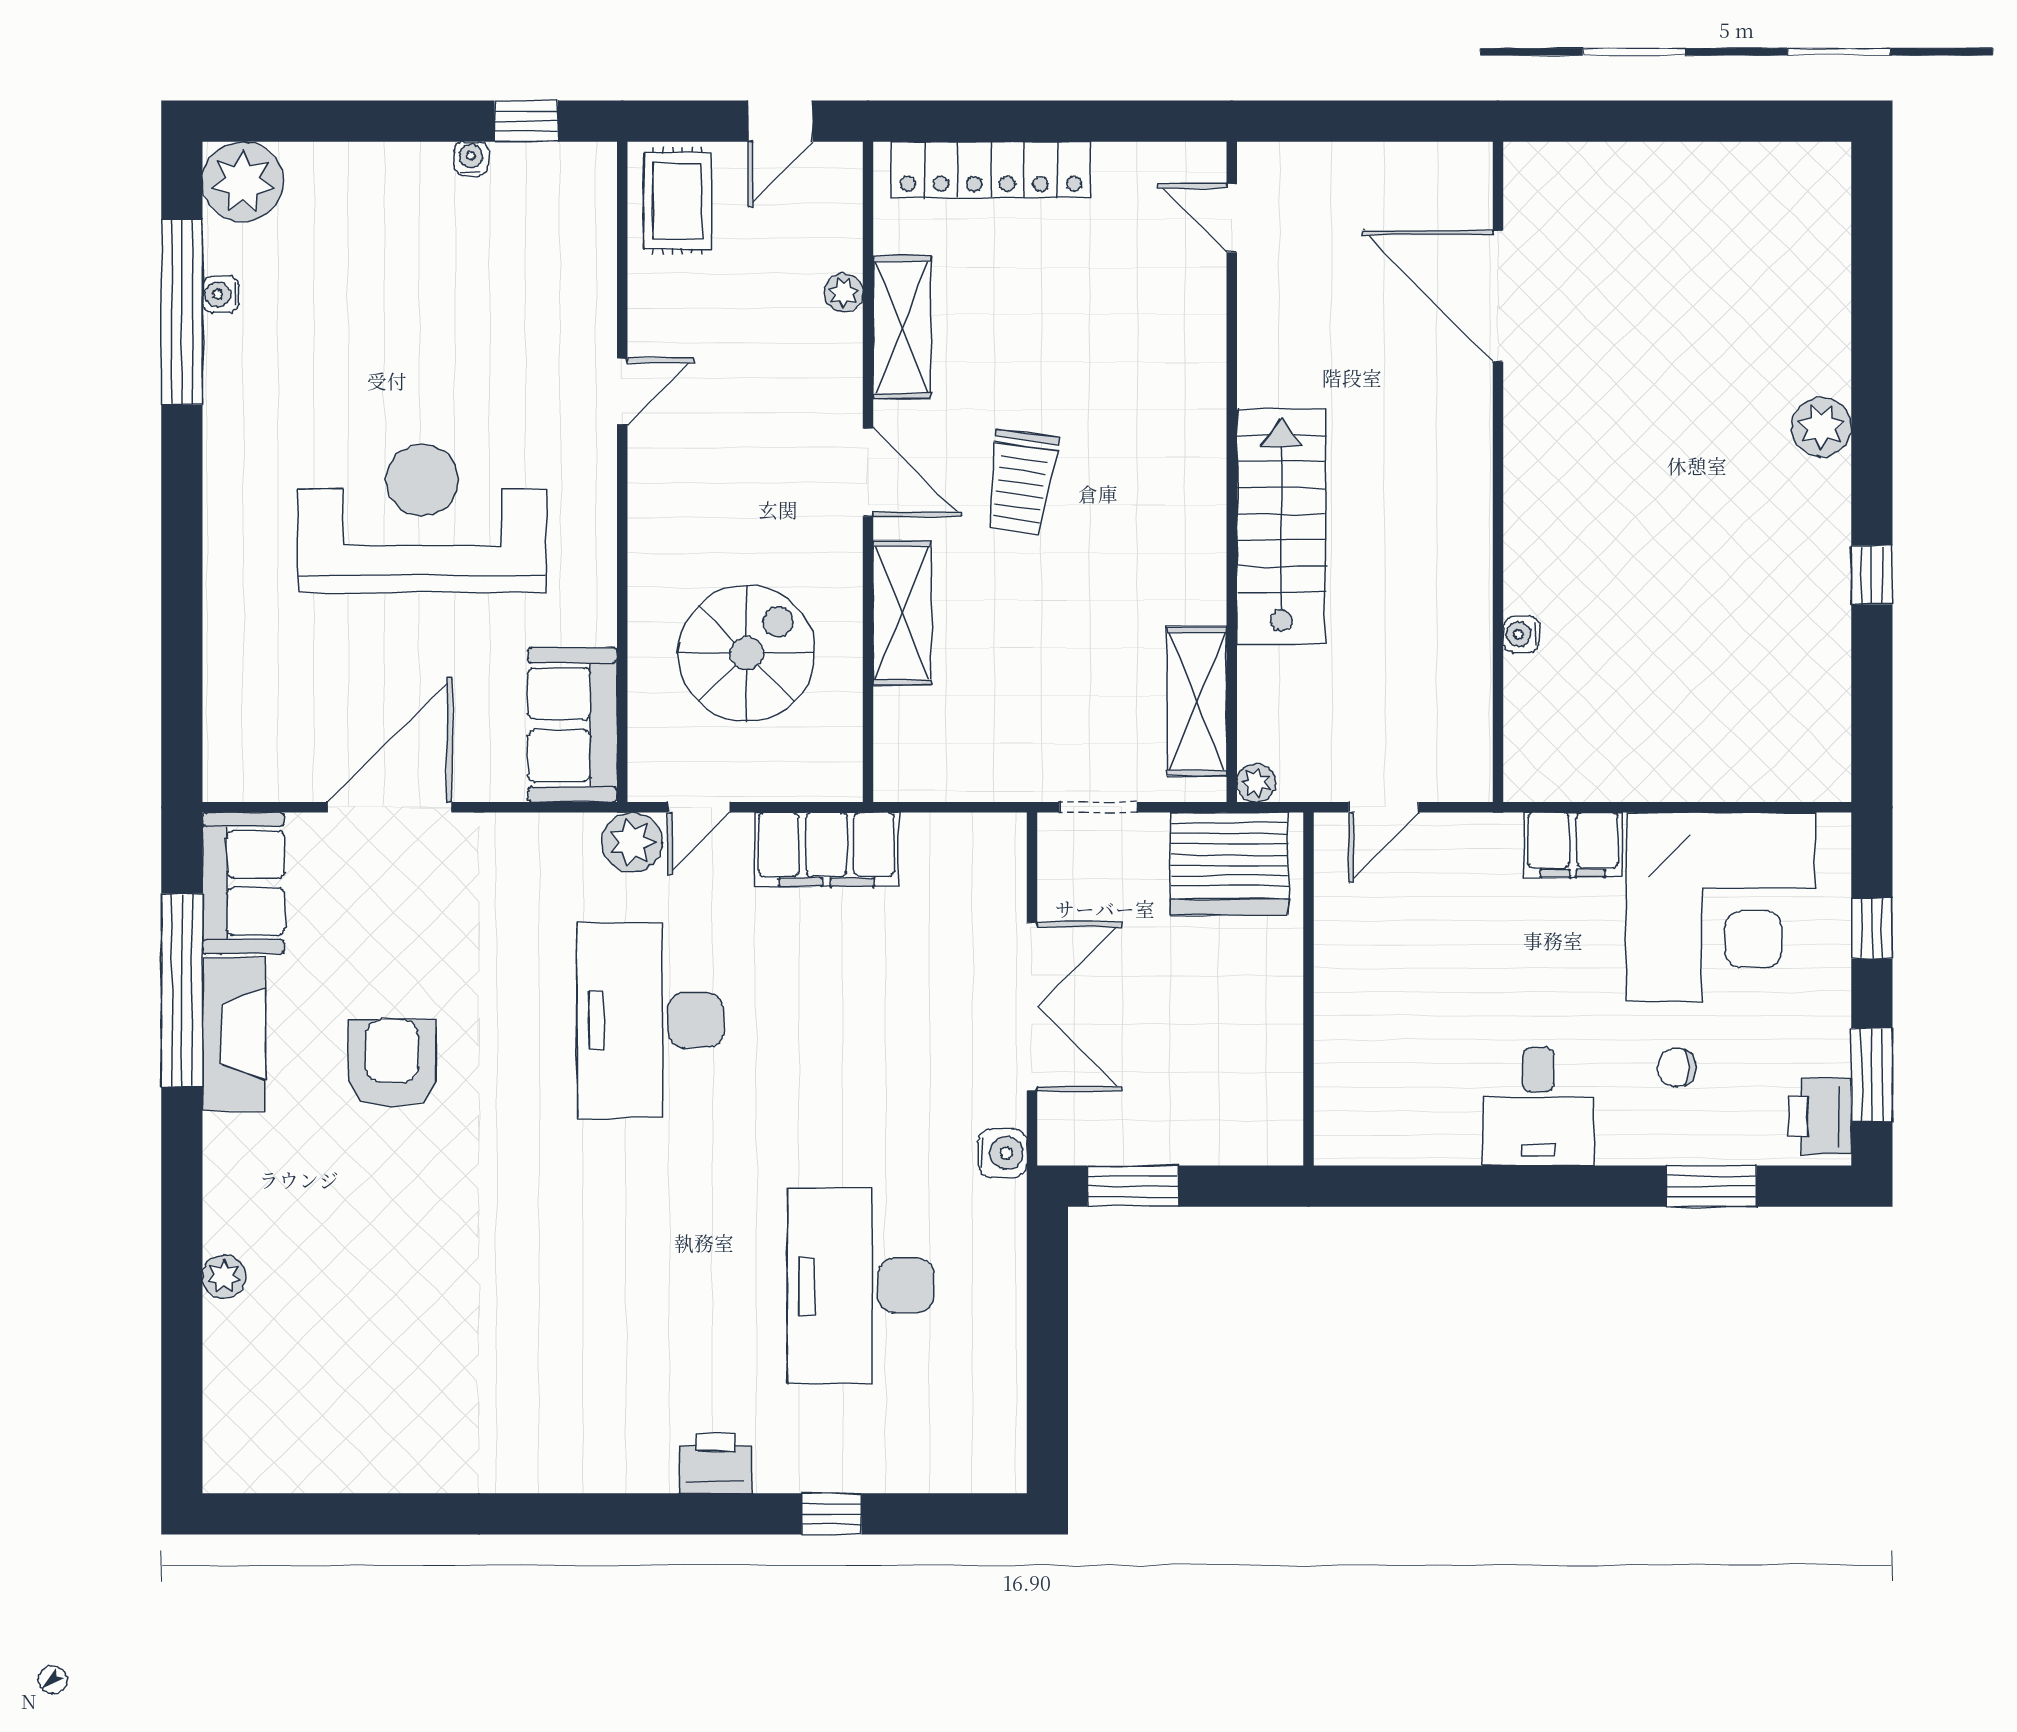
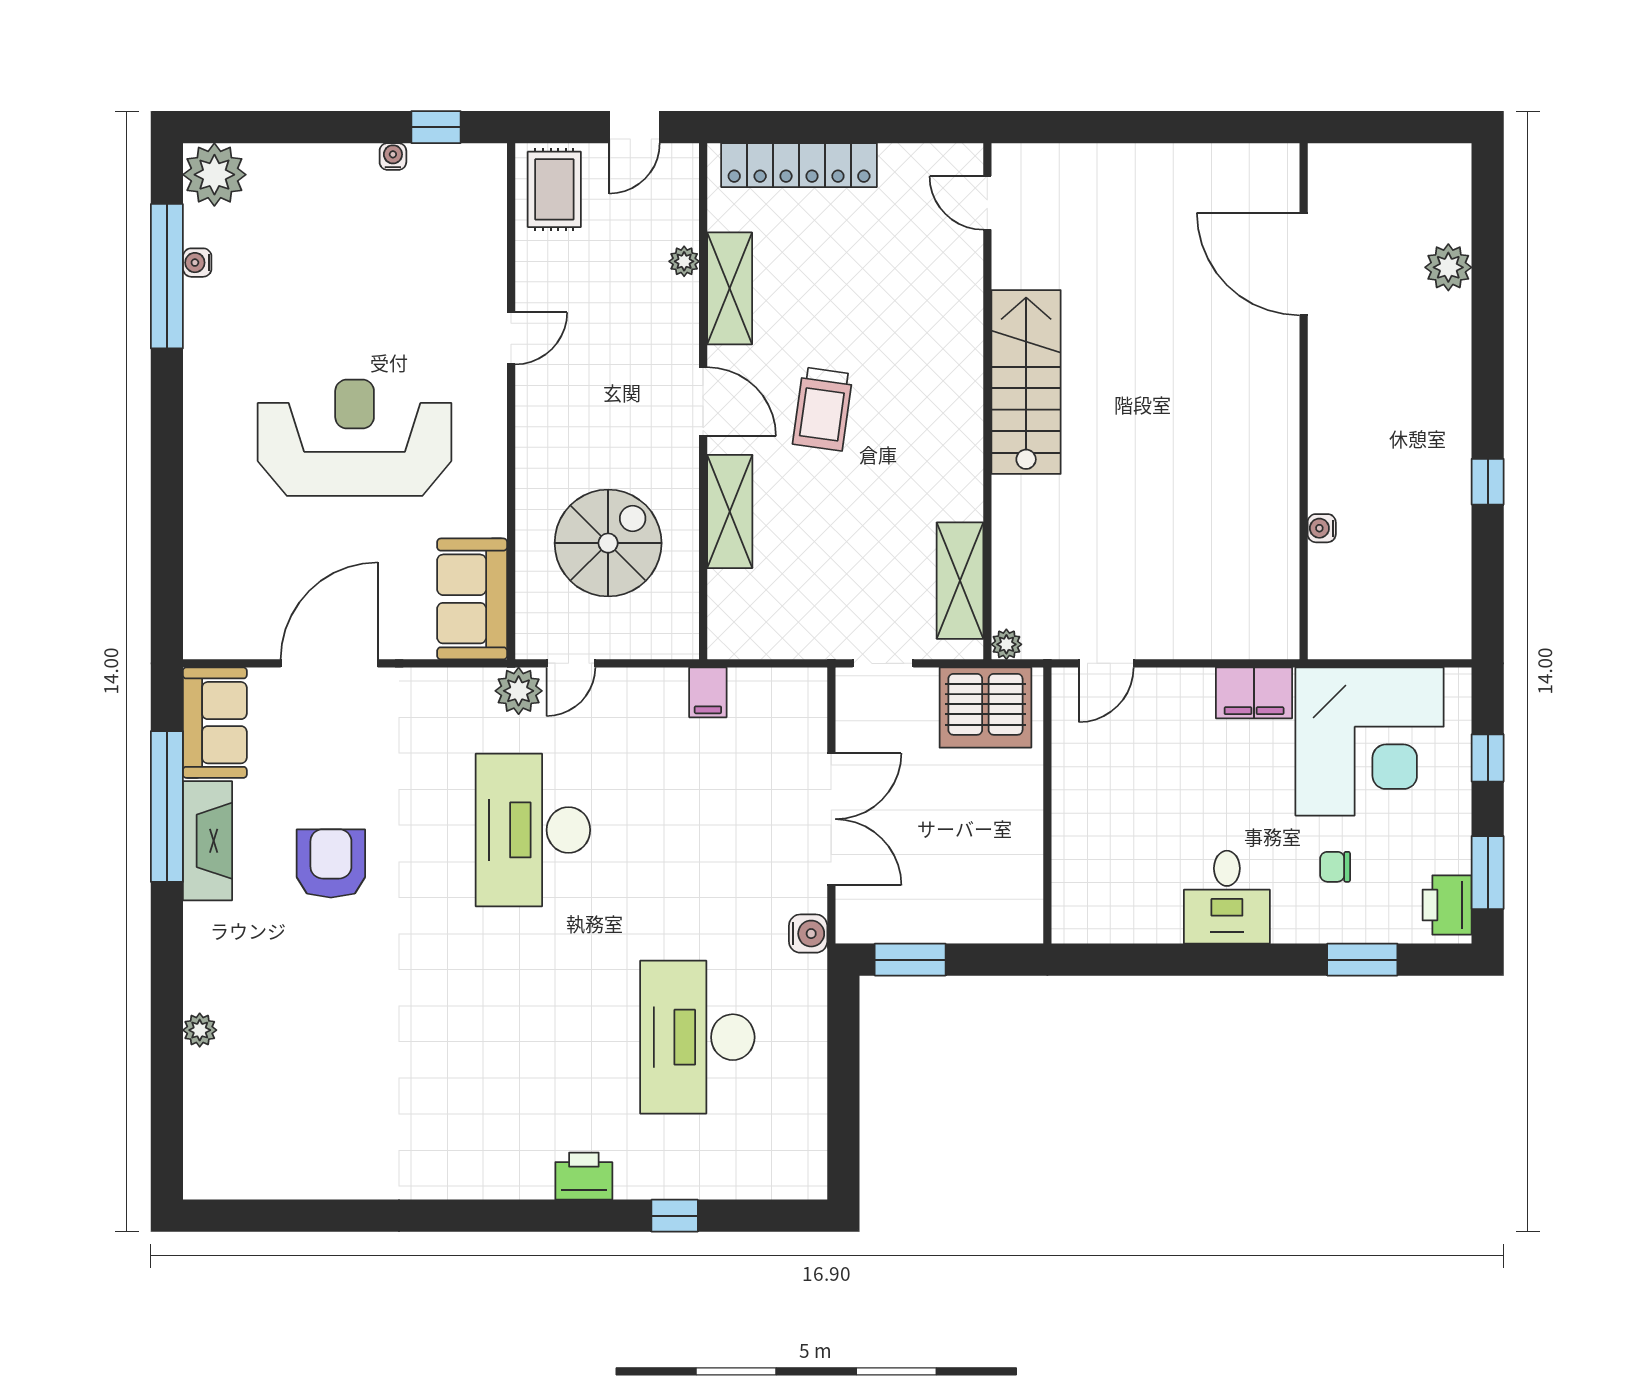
door: (1498, 296) -> (1304, 264), moved
plant: (1821, 427) -> (1448, 267), moved
wall: (1498, 472) -> (1304, 401), moved
stairs: (1281, 526) -> (1026, 382), moved
water cooler: (1521, 634) -> (1322, 528), moved
filing cabinet: (826, 850) -> (708, 692), width x0.33, depth x0.86

